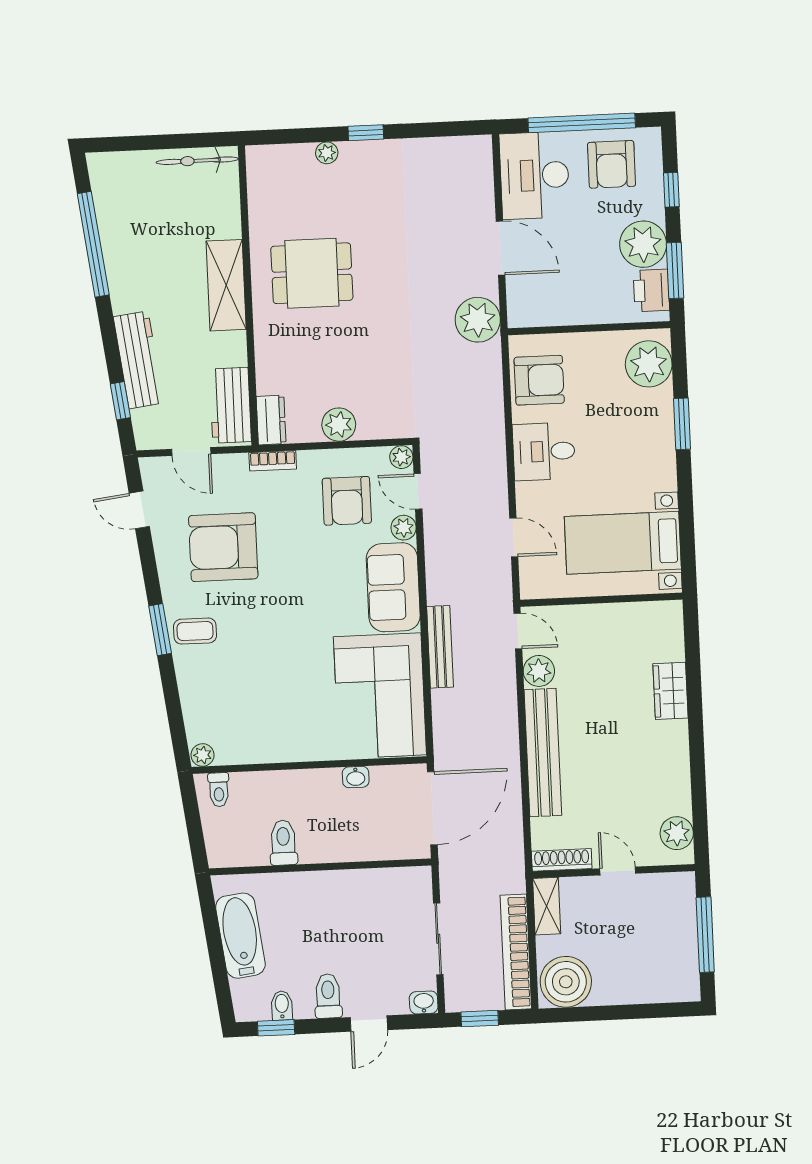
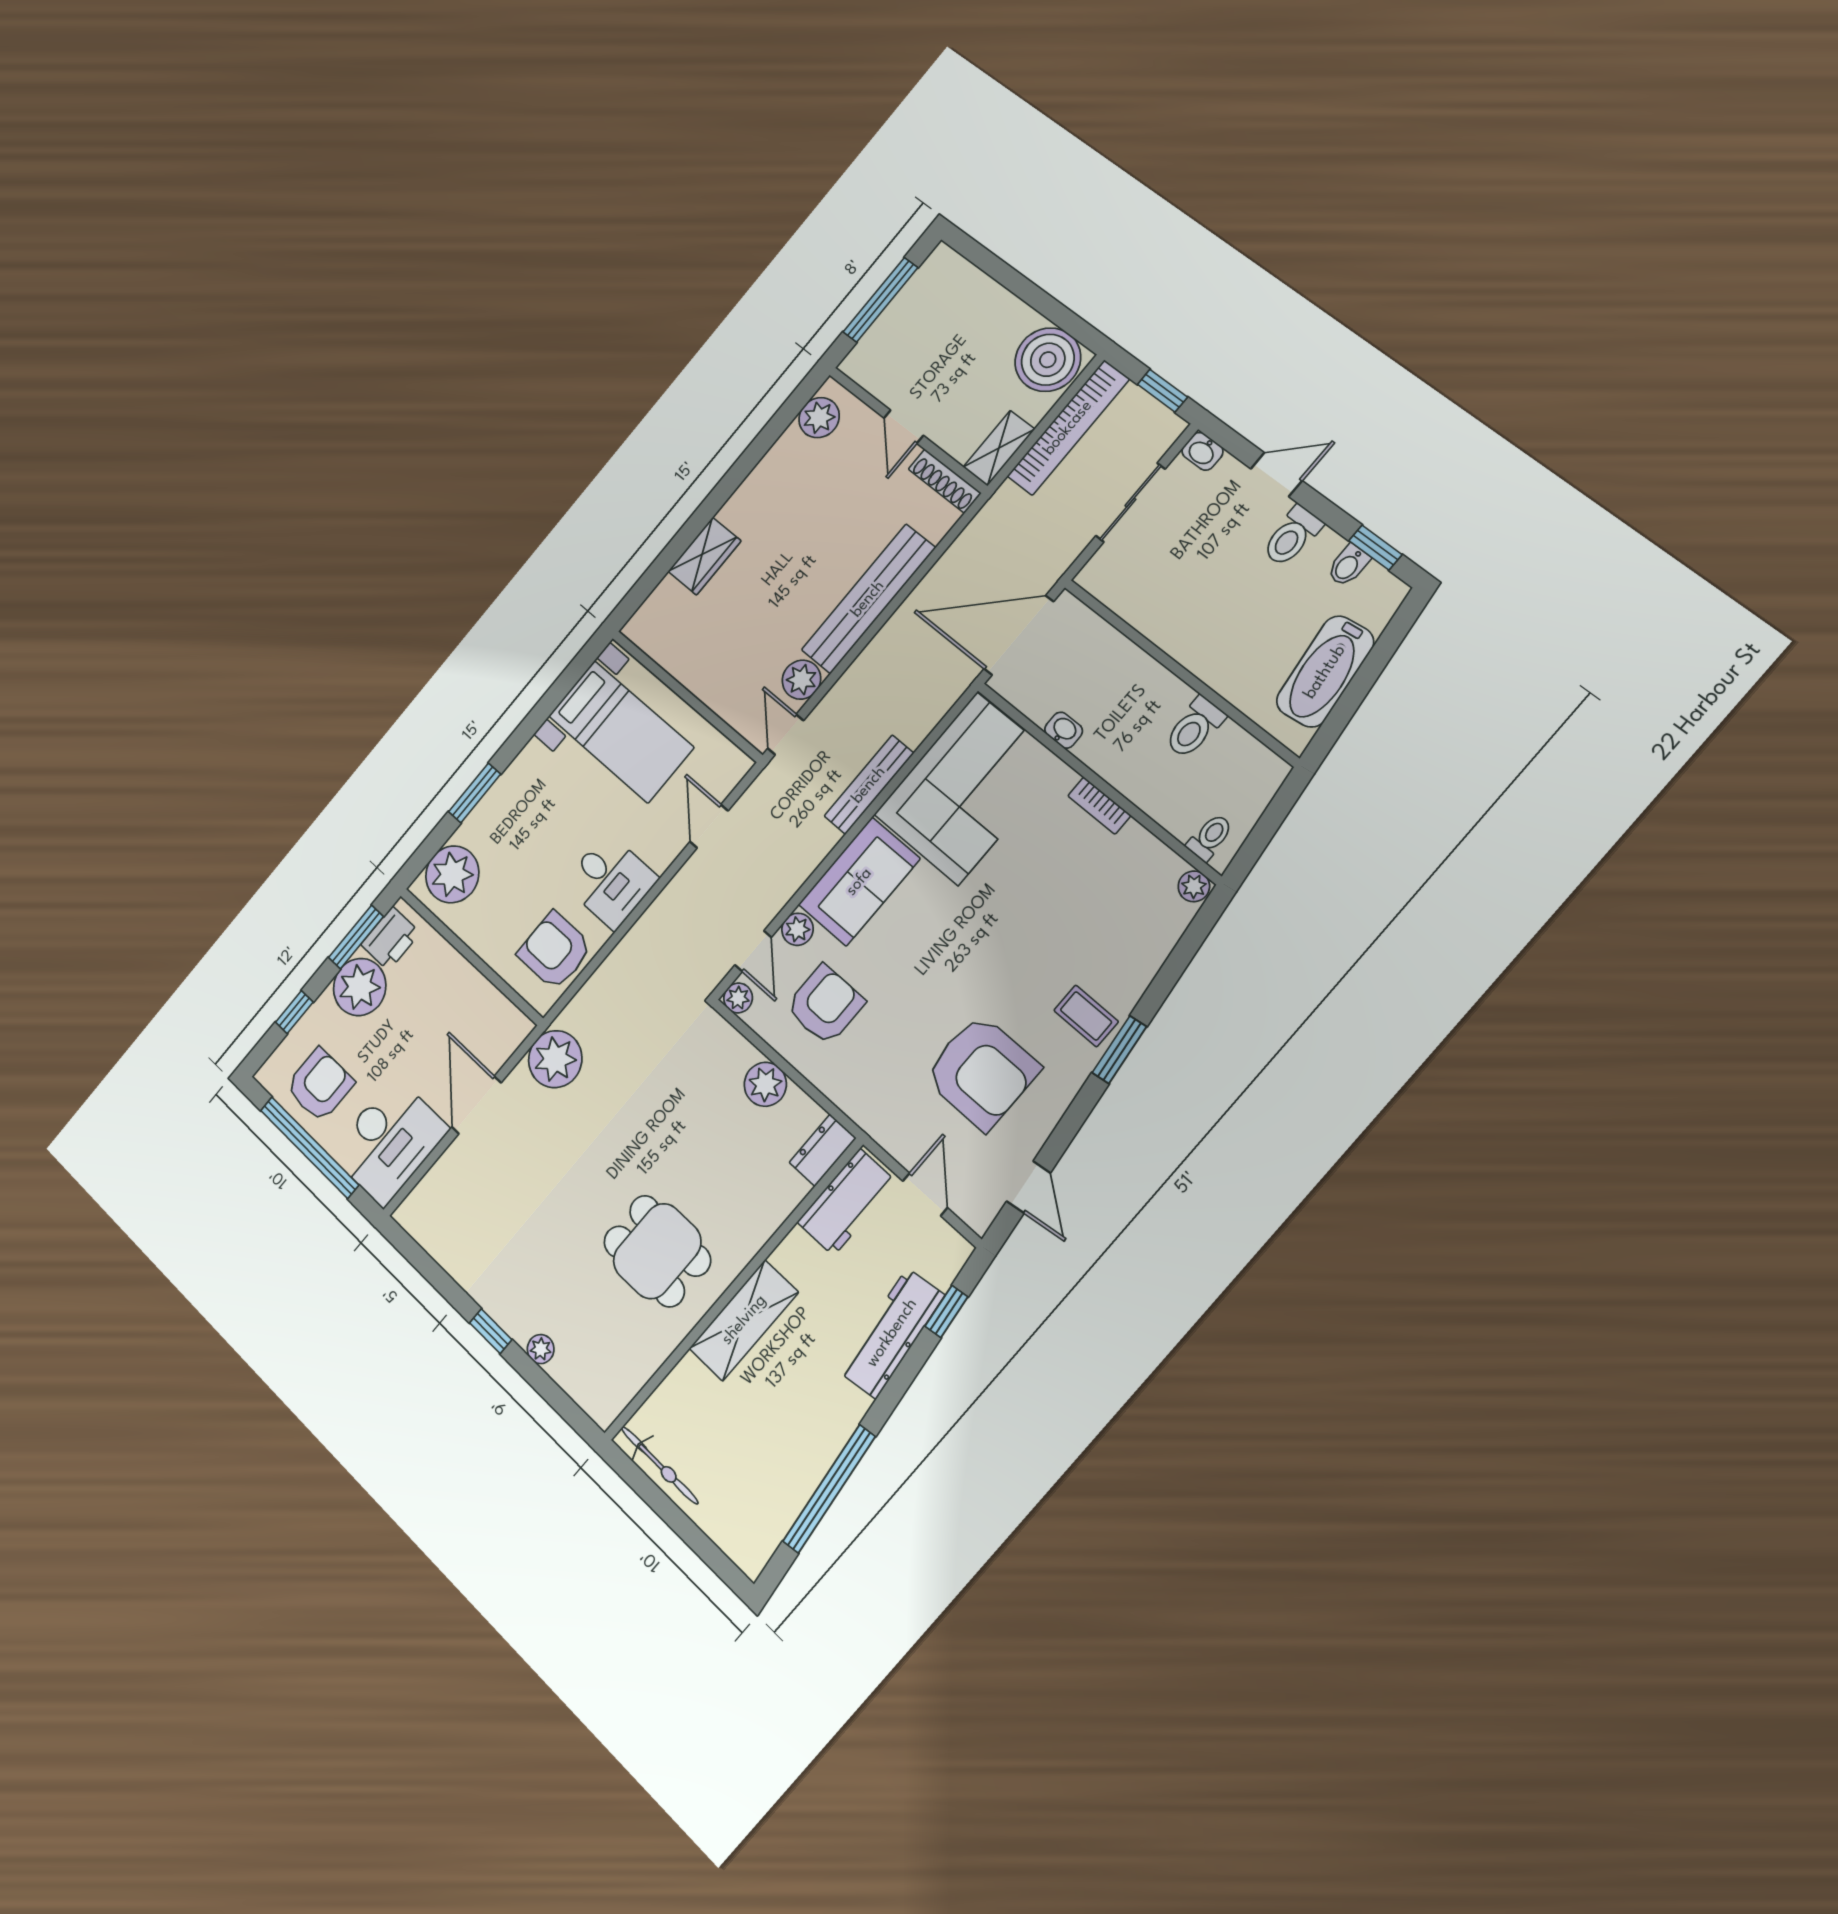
bookcase: (273, 461) -> (1099, 806), moved, turned 180

